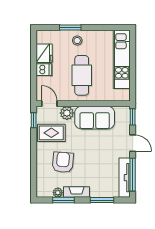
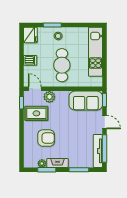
fridge: (44, 53) -> (30, 35), moved
sofa: (95, 118) -> (86, 101), moved
armchair: (63, 162) -> (46, 138), turned 85

